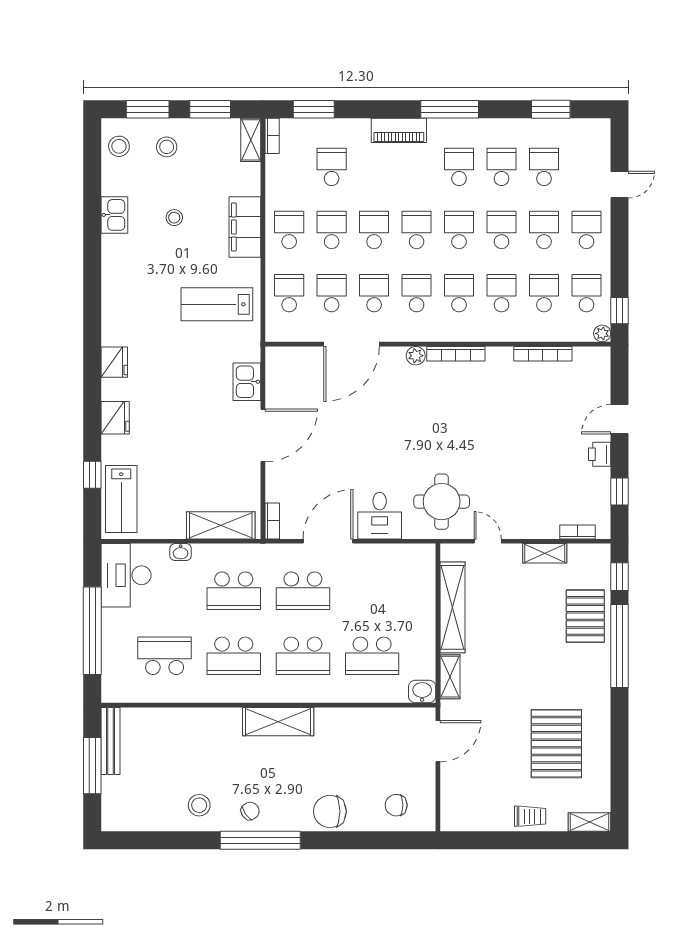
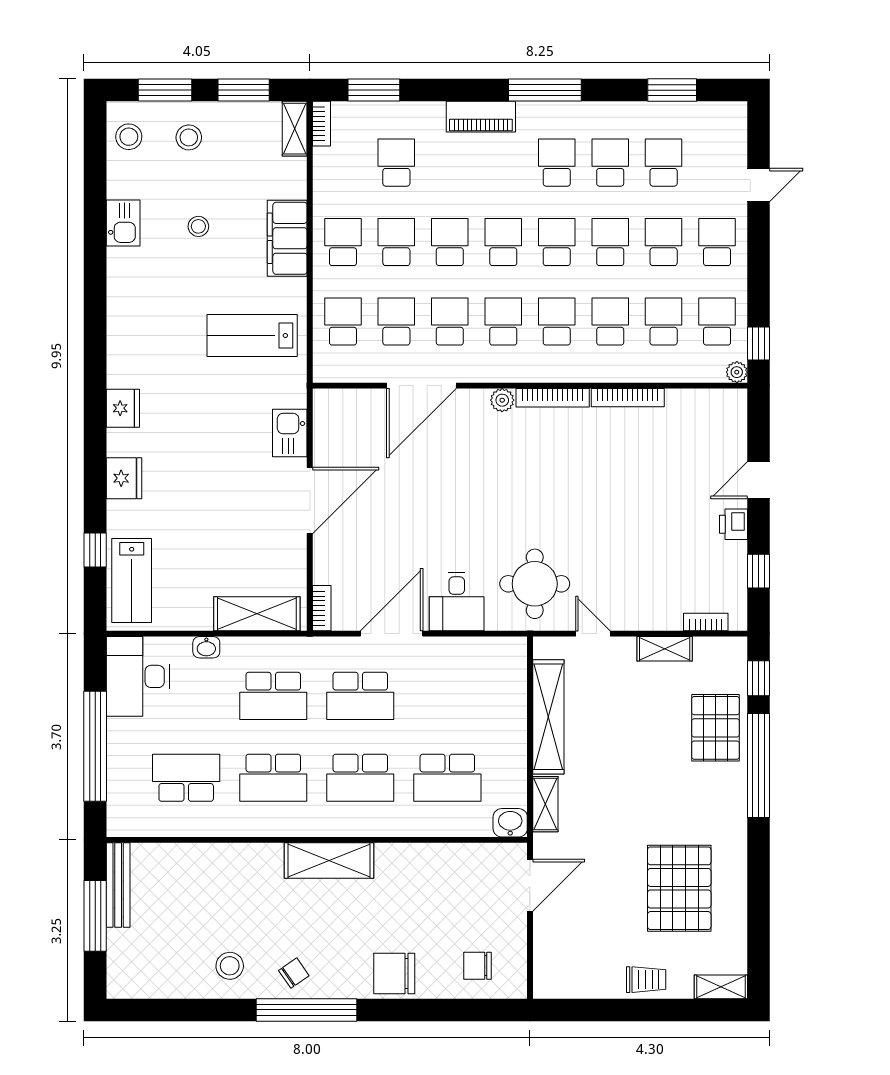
bookcase: (543, 354) -> (628, 398), moved

